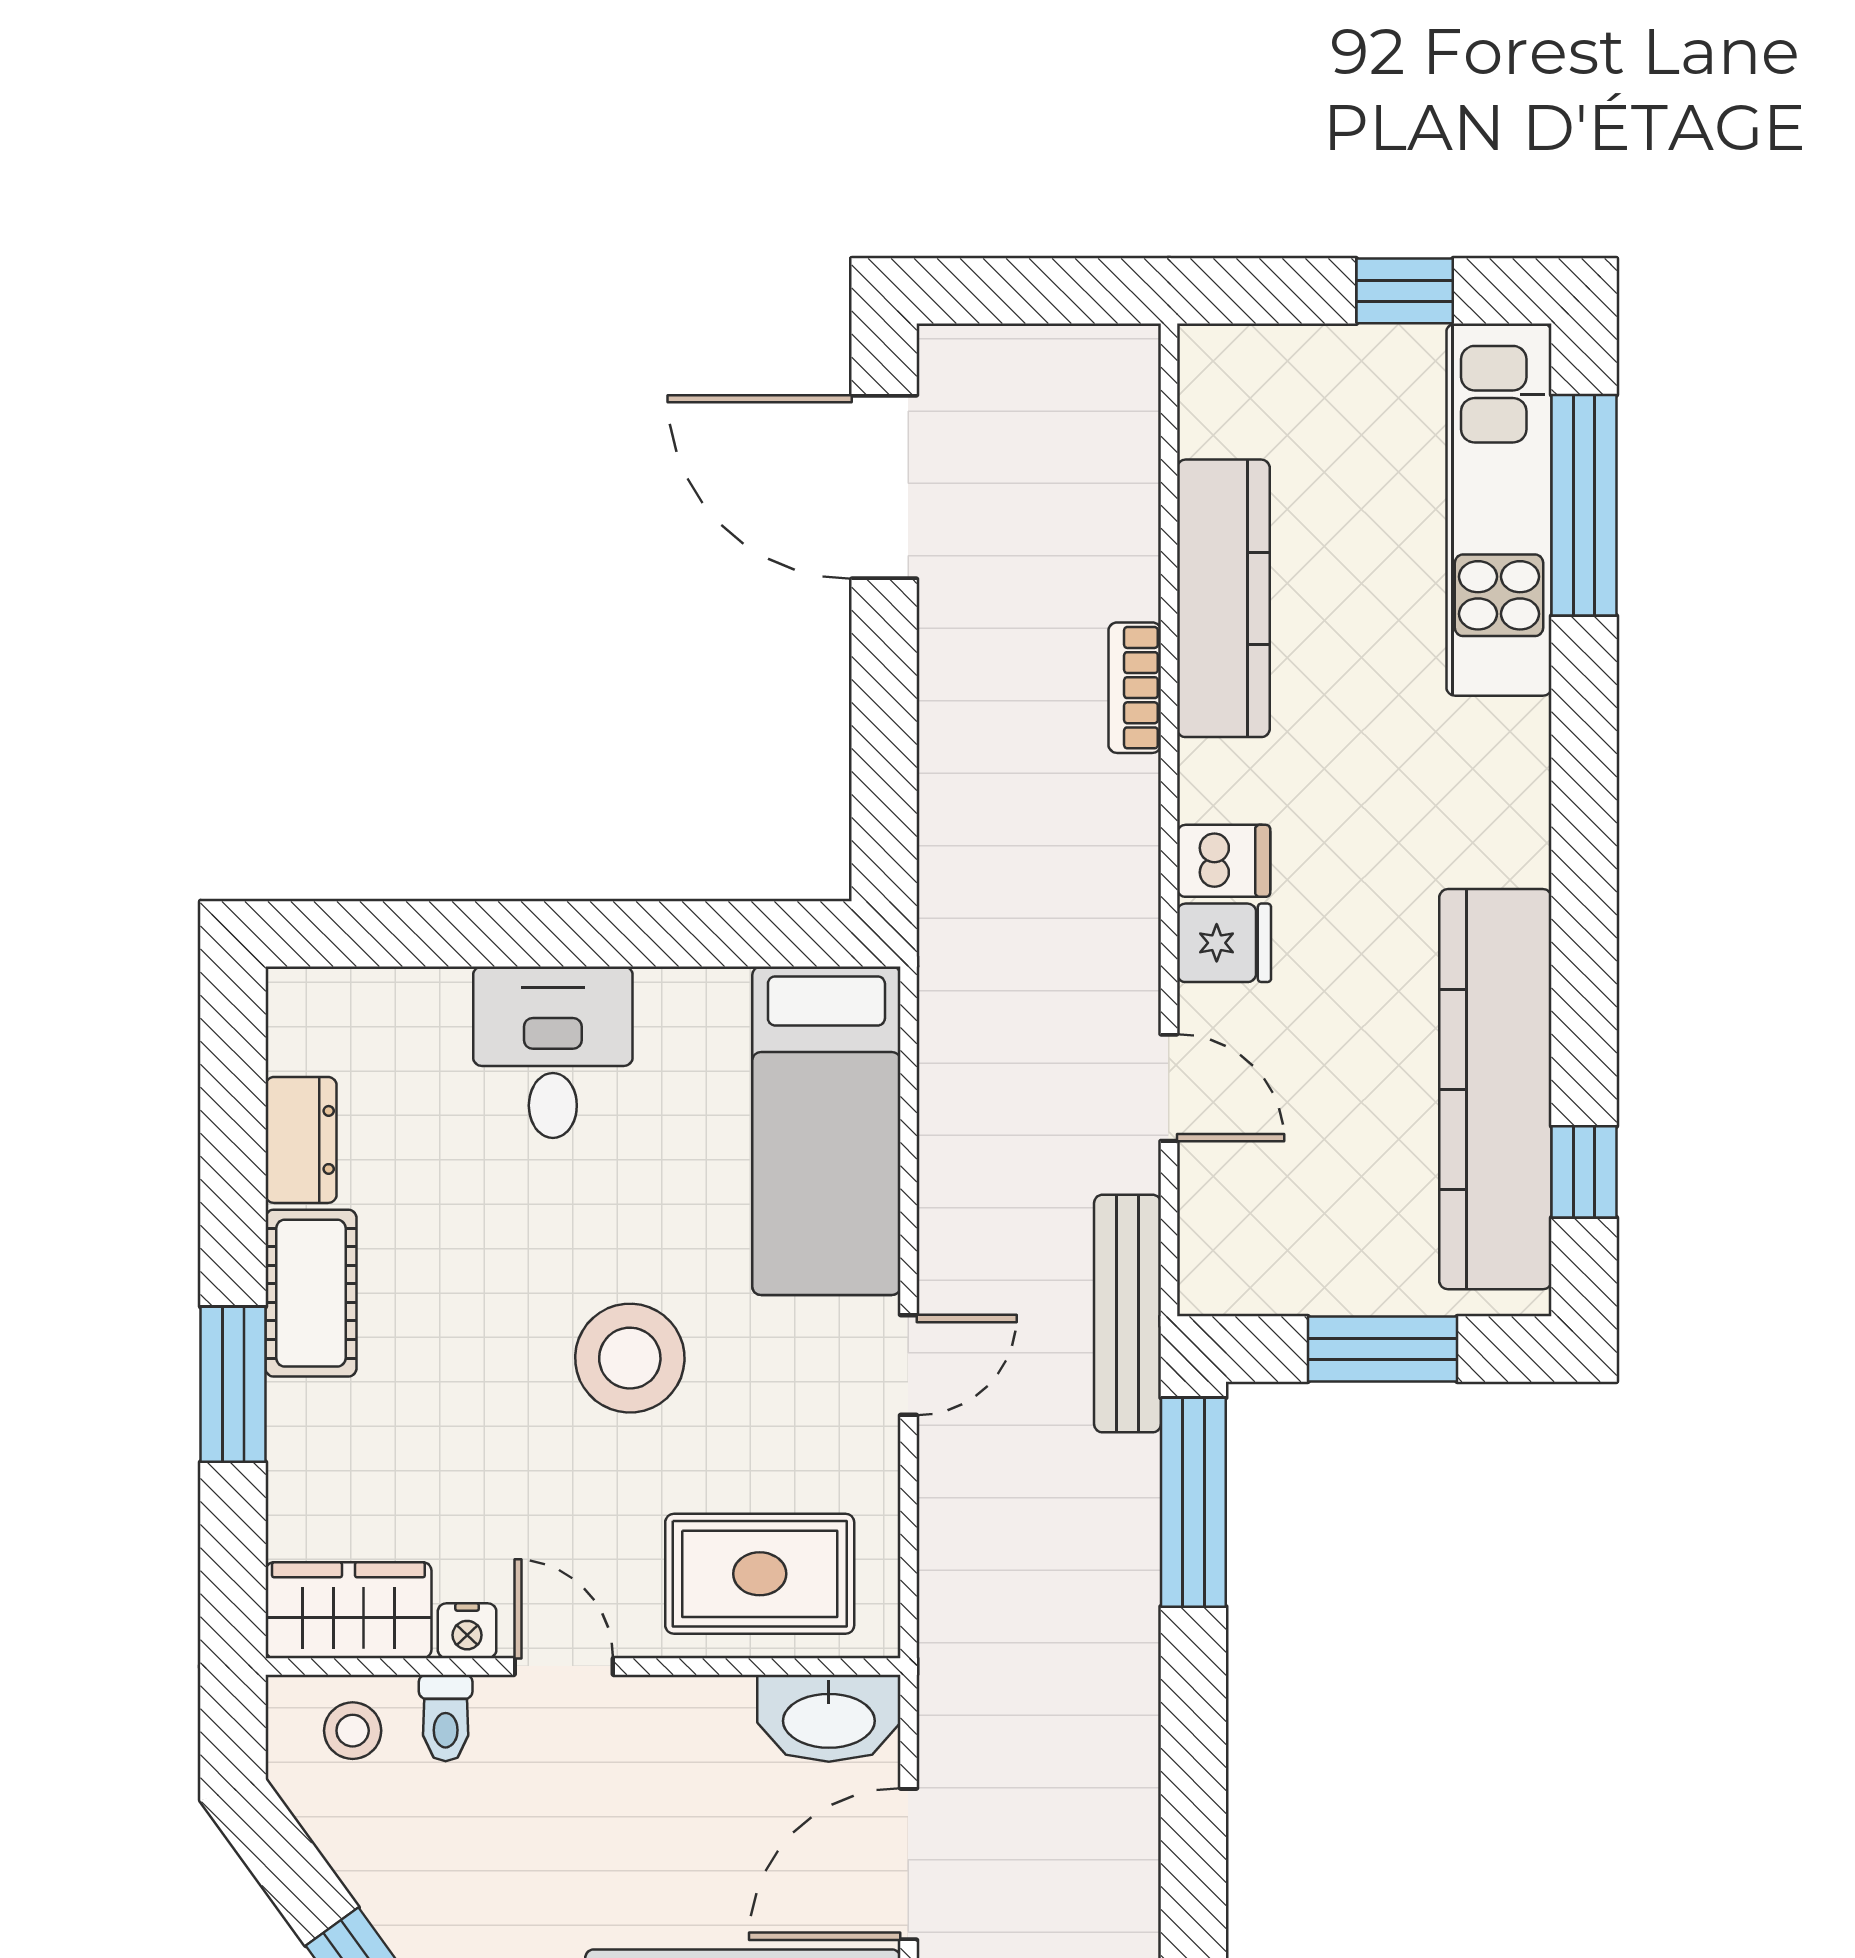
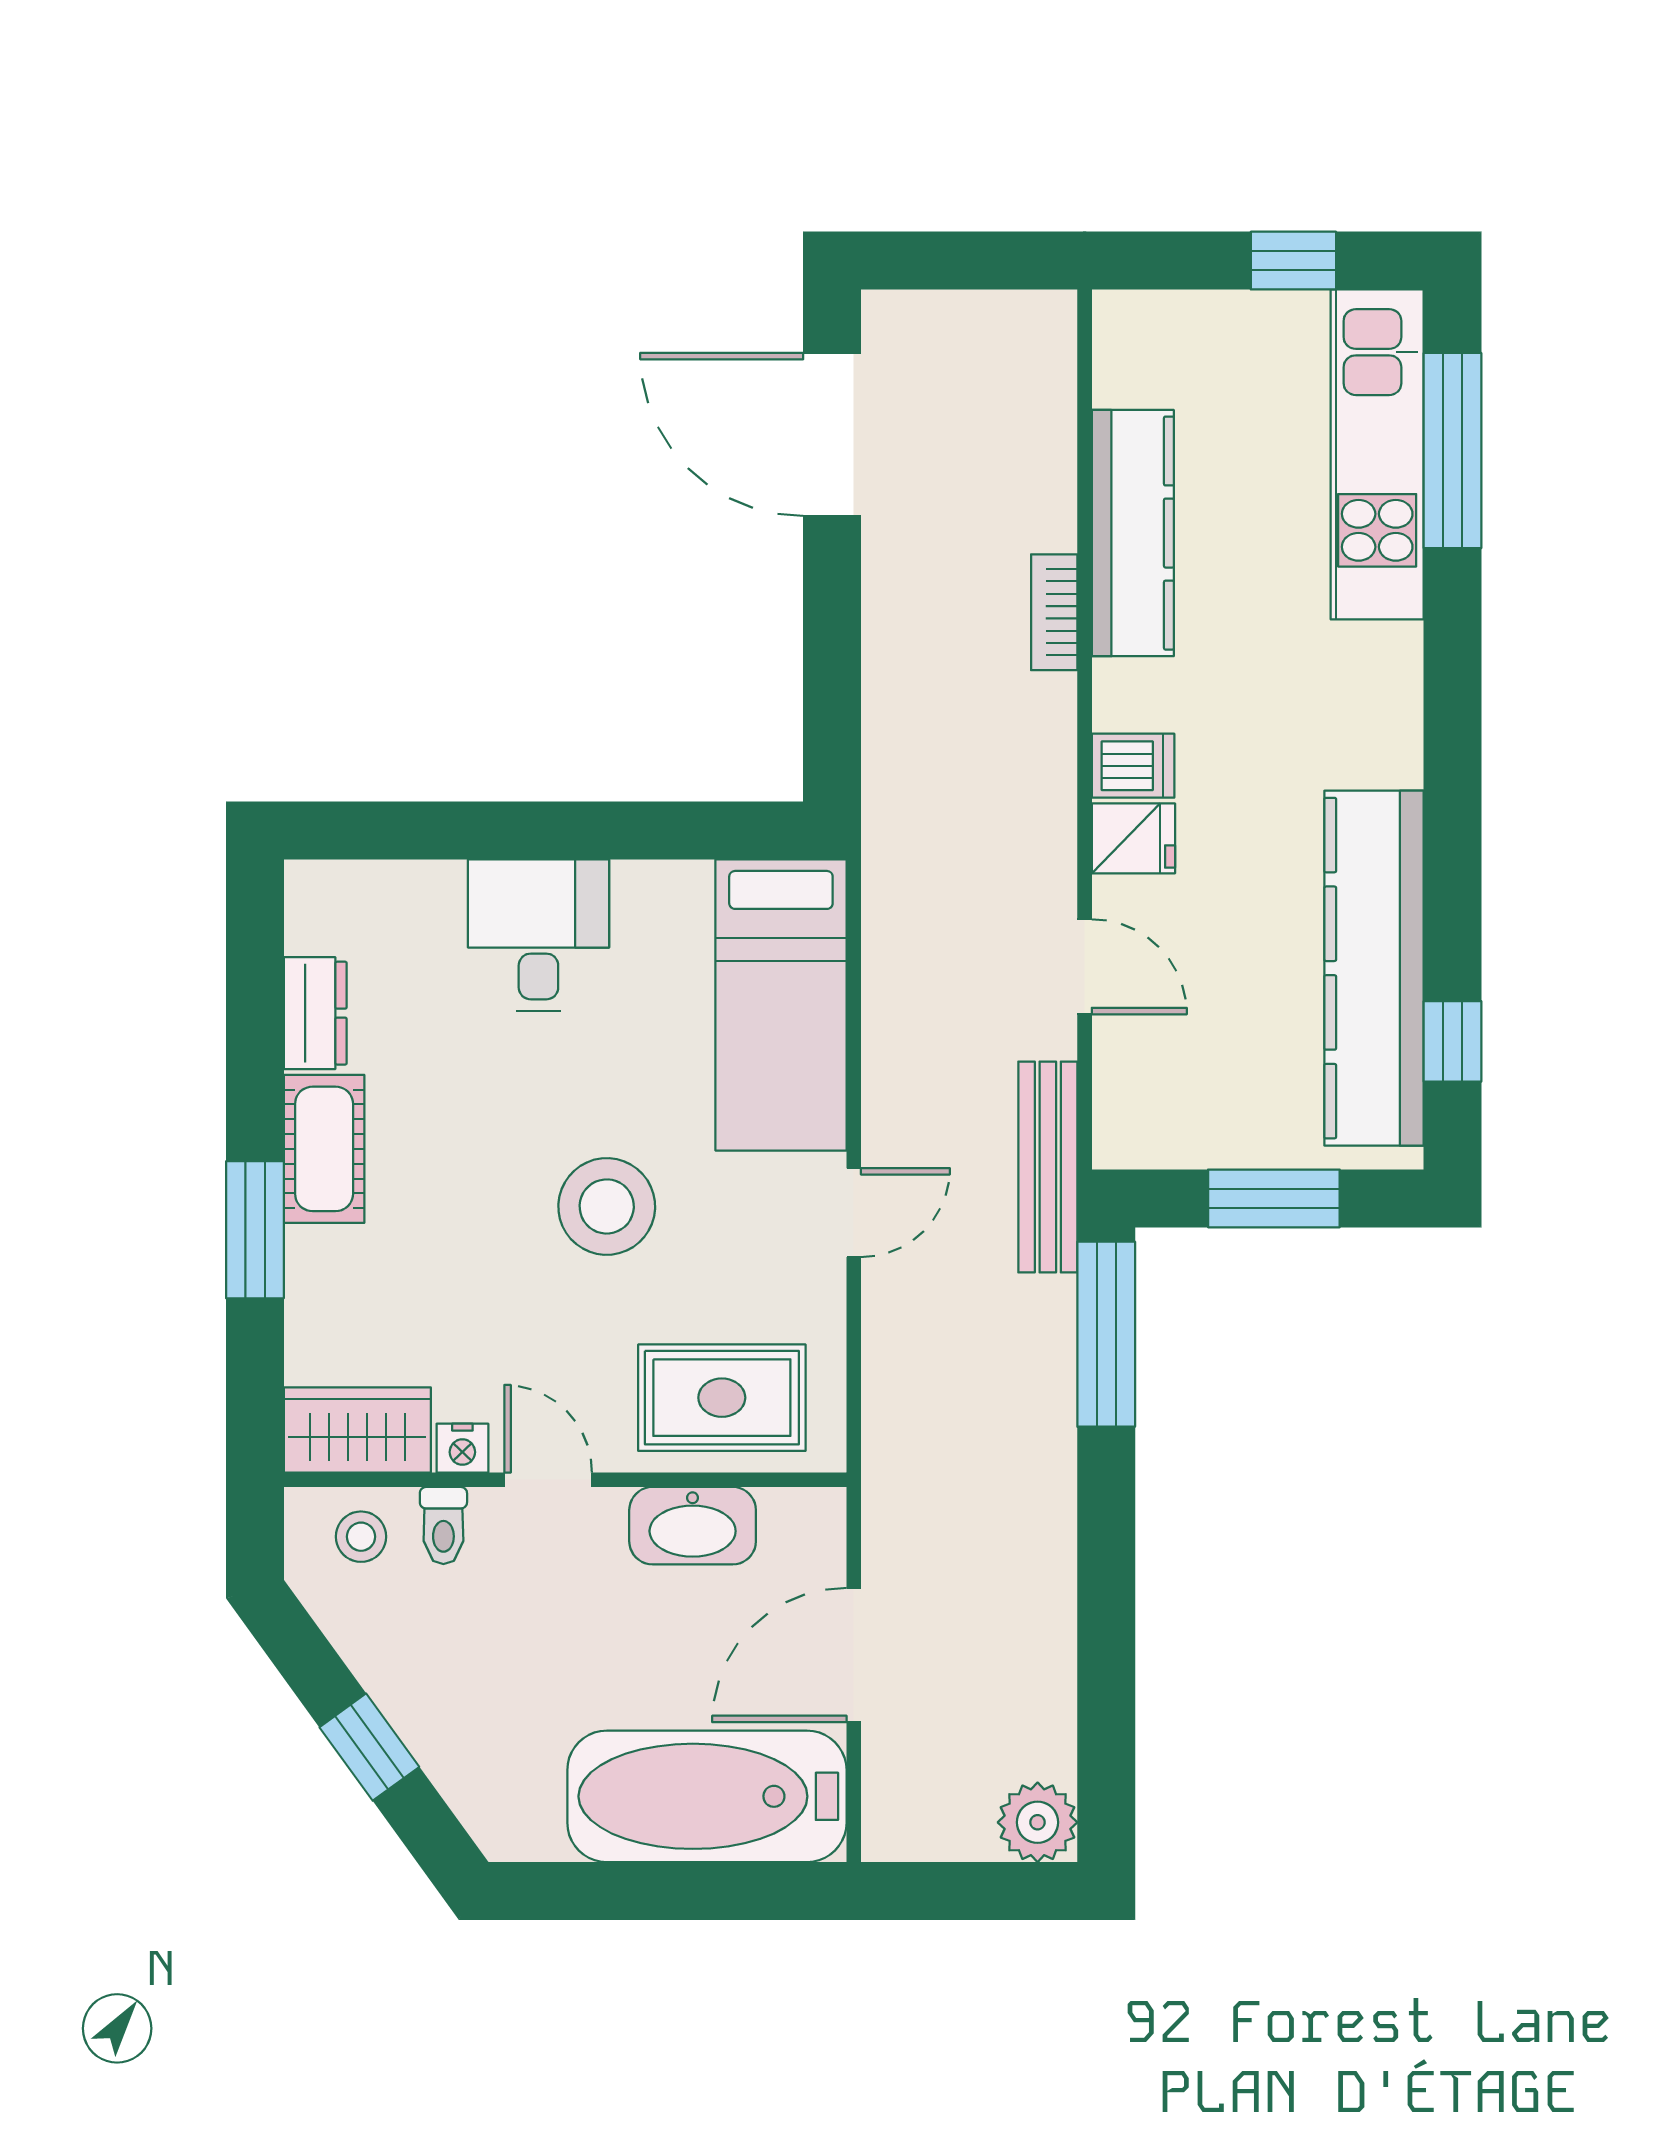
washbasin: (829, 1718) -> (693, 1526), moved

